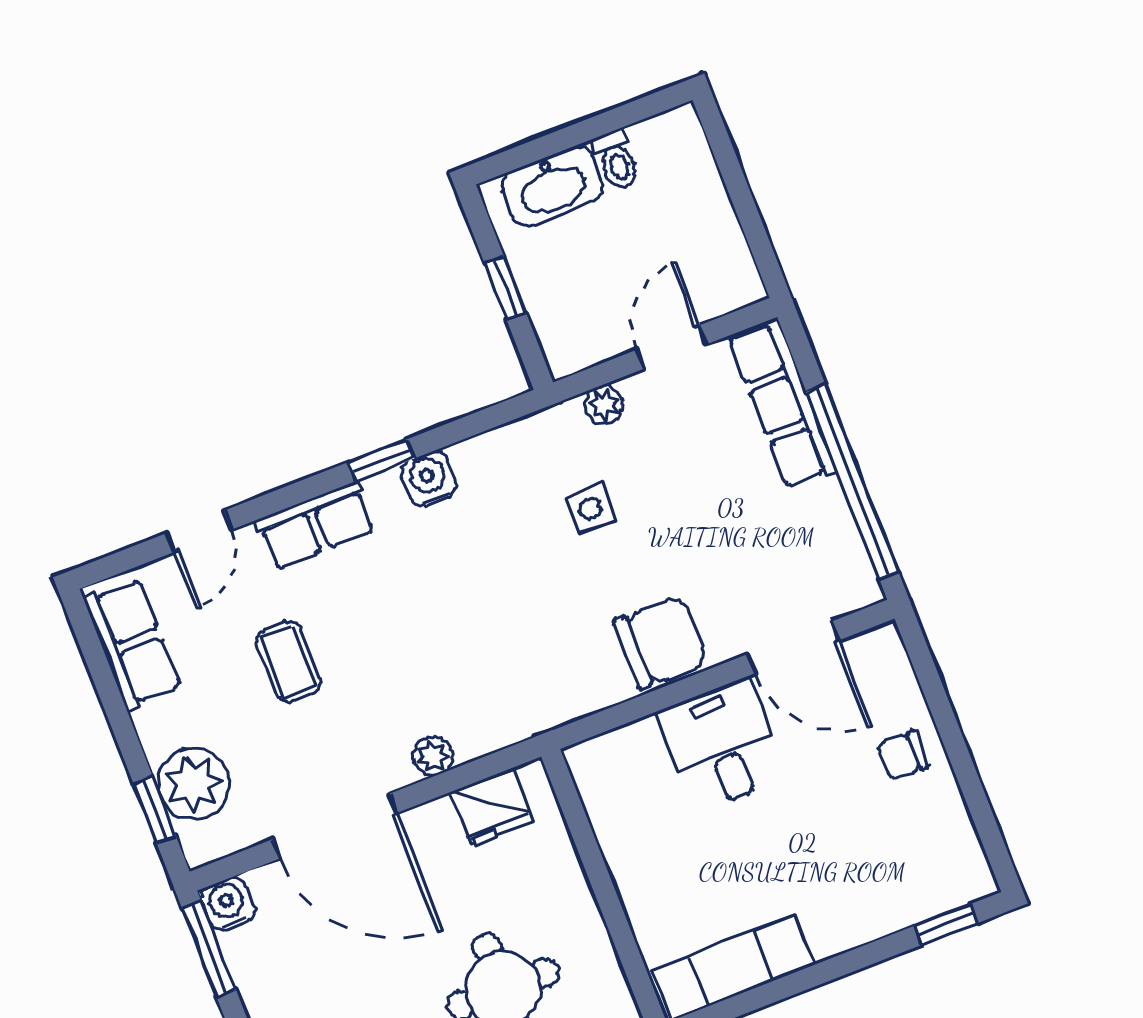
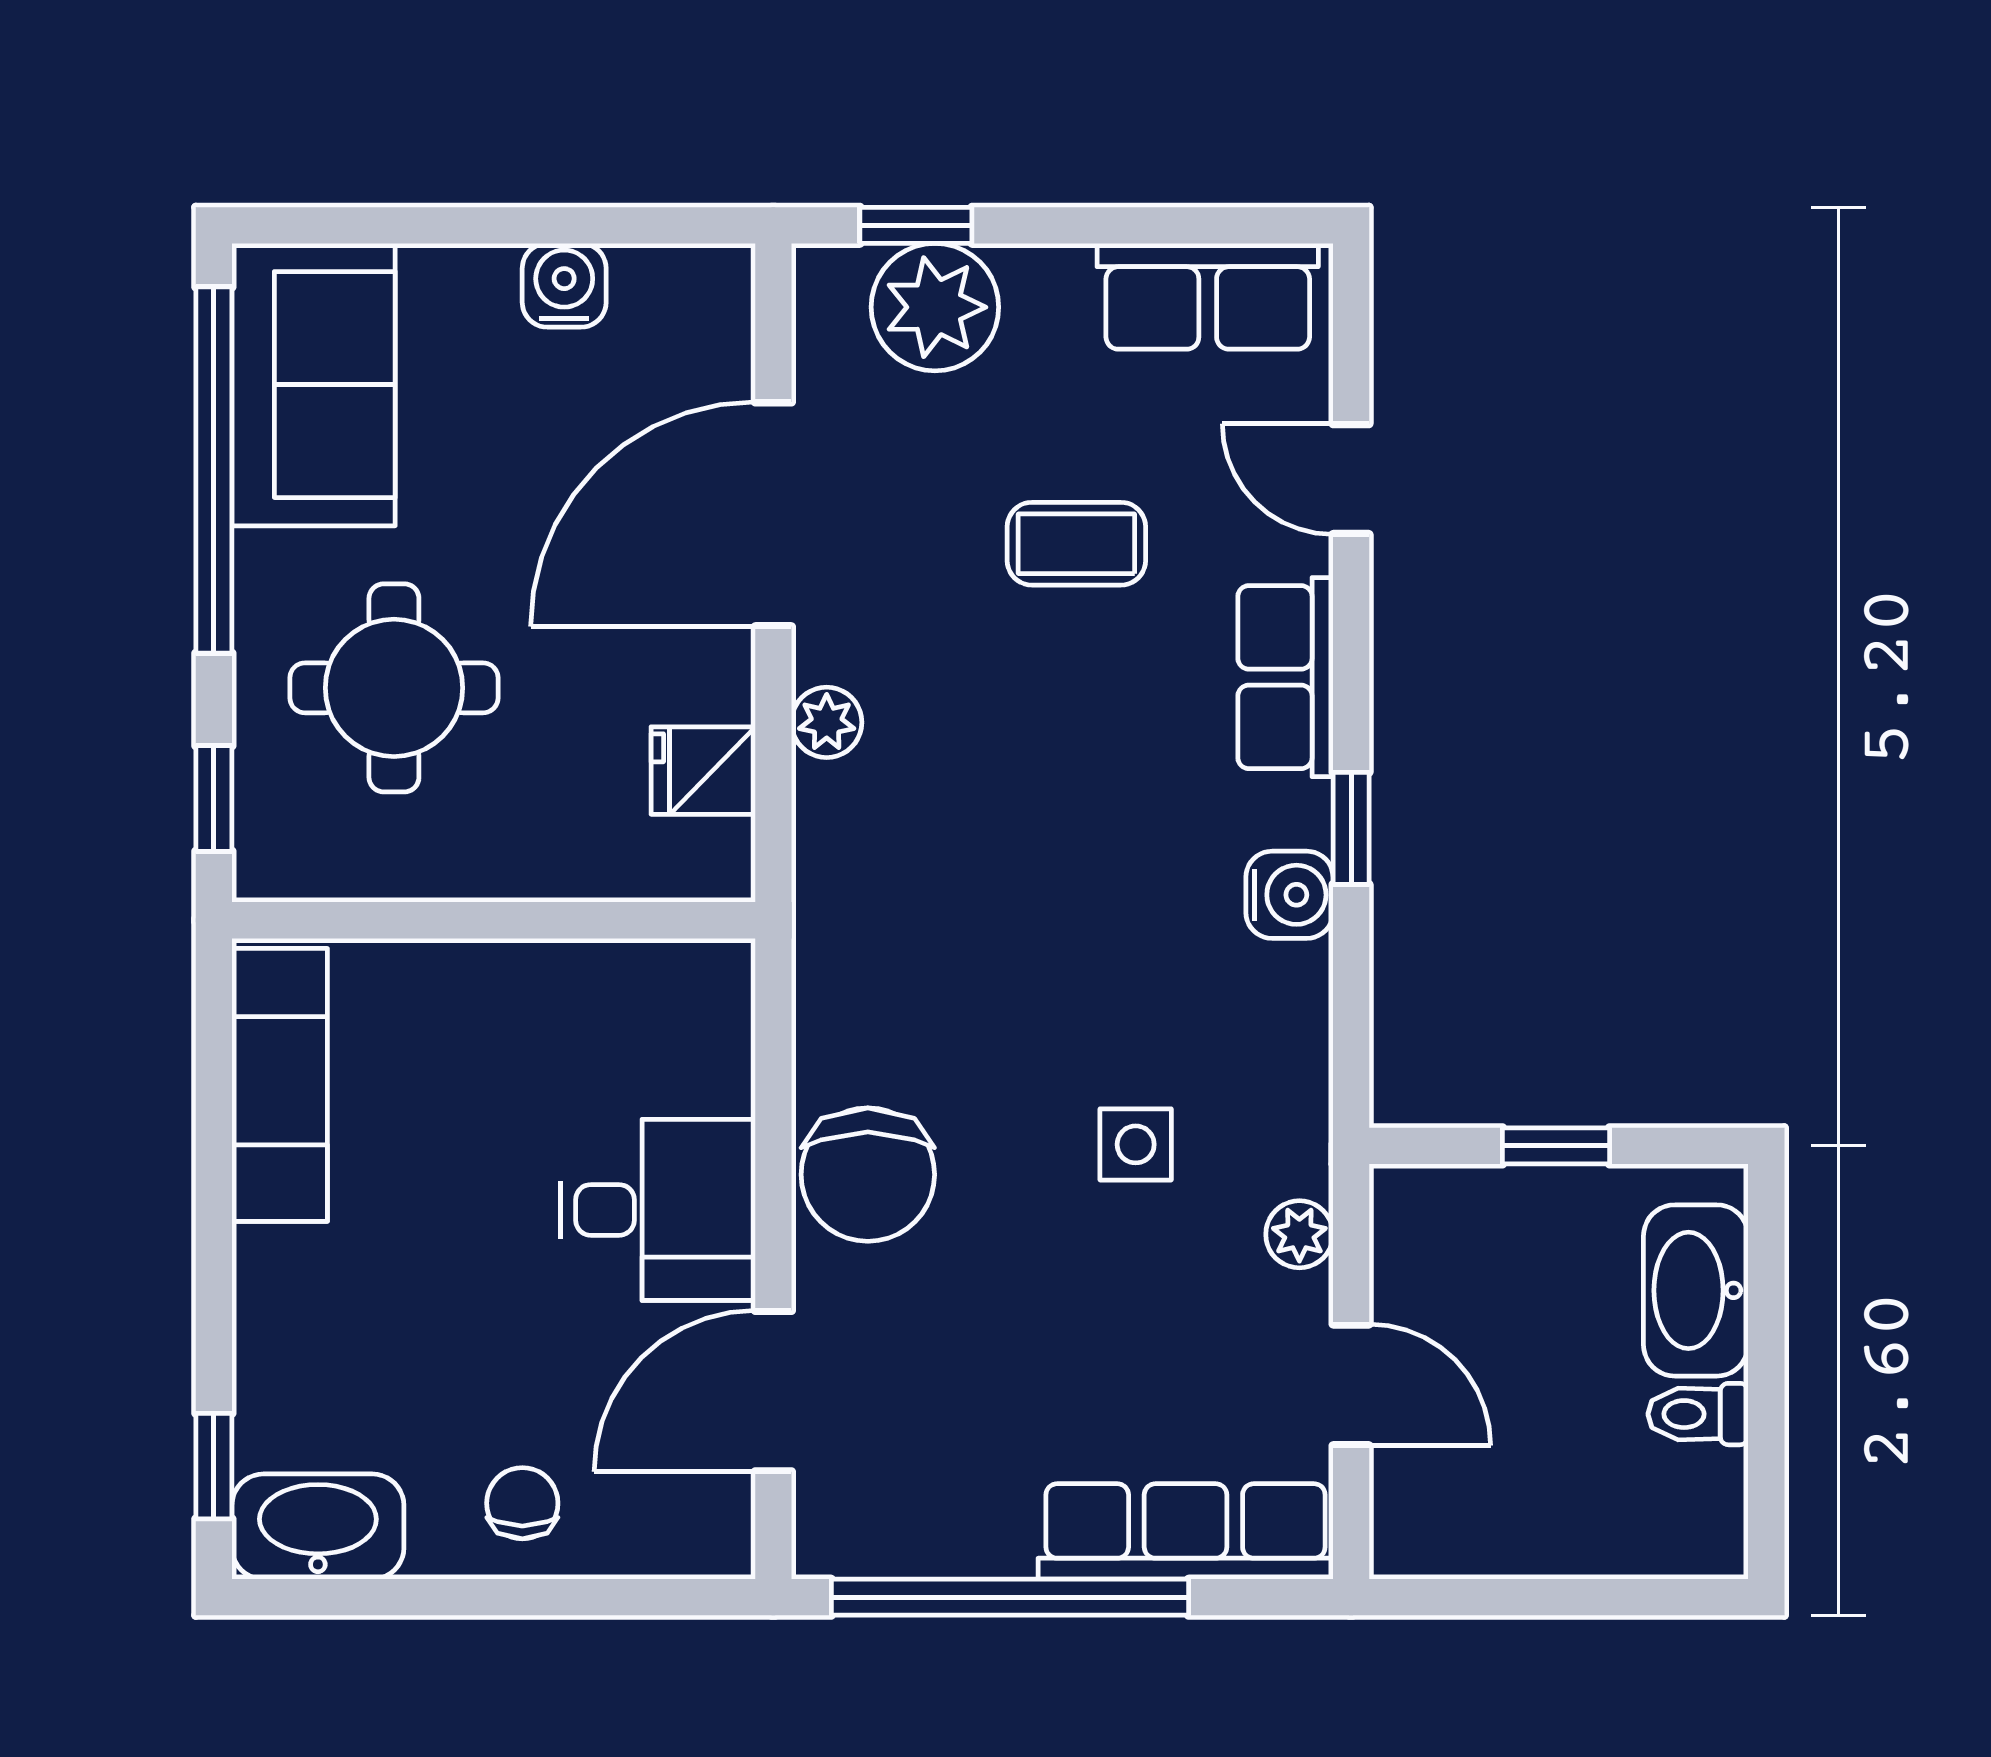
fridge: (492, 807) -> (703, 771), width x0.72
washbasin: (956, 858) -> (318, 1527), added
water cooler: (227, 904) -> (564, 285), moved, turned -90
window: (209, 949) -> (651, 225), removed

